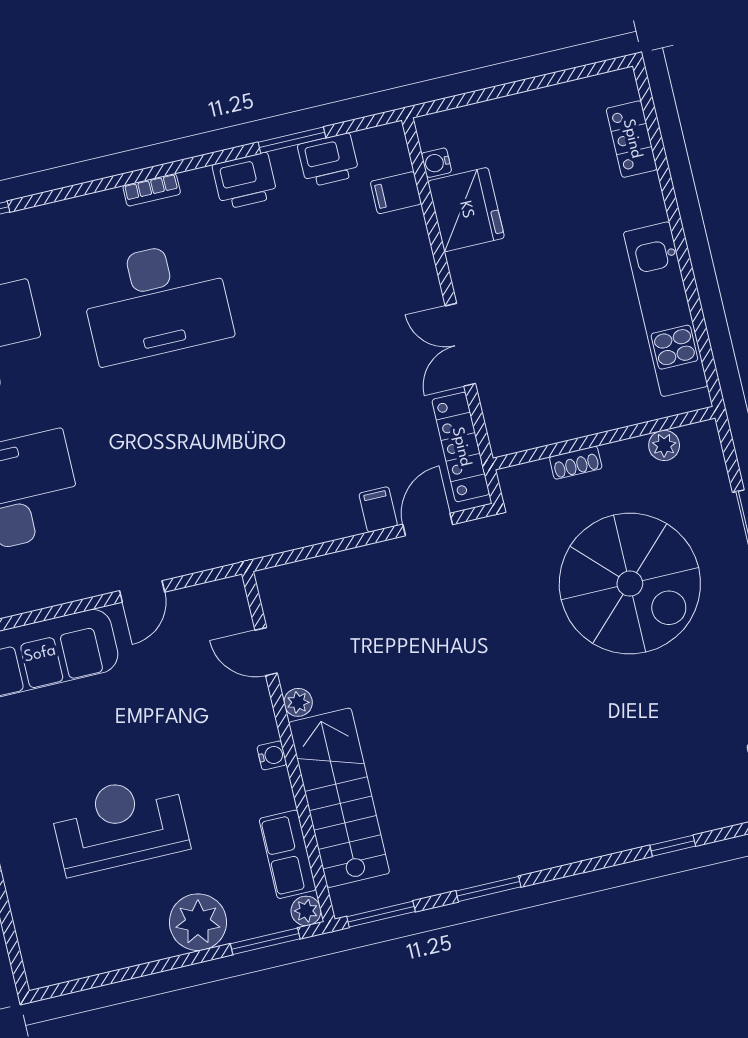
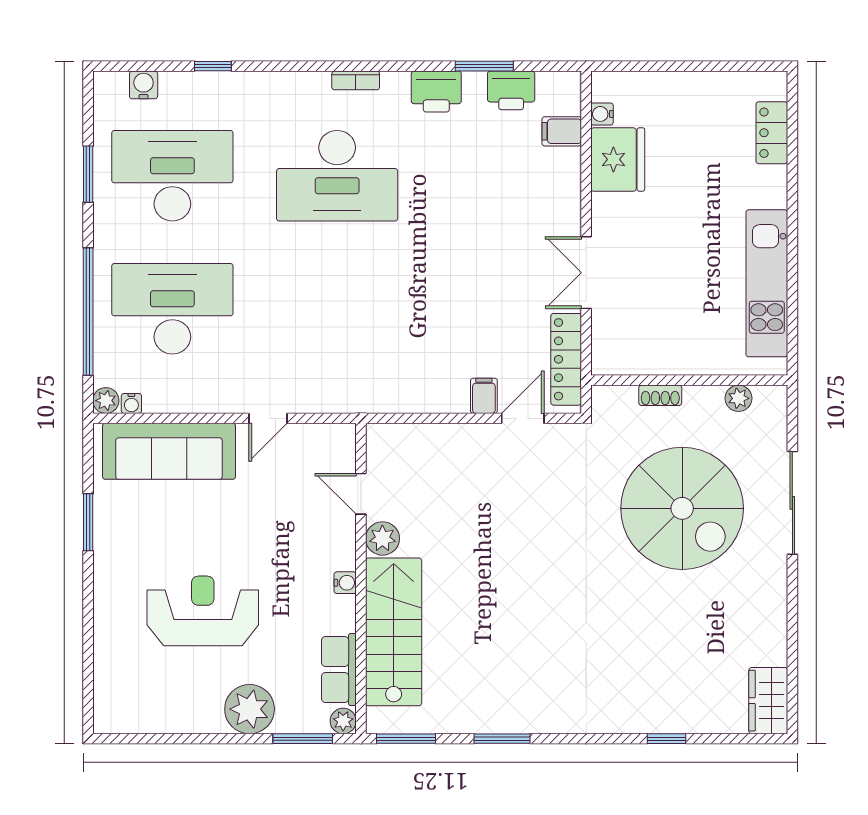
plant: (298, 702) -> (382, 538), width x1.38, depth x1.38

